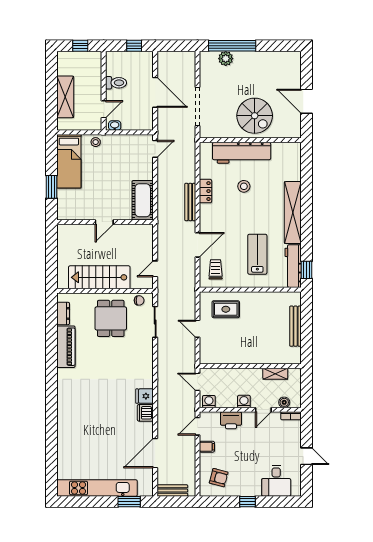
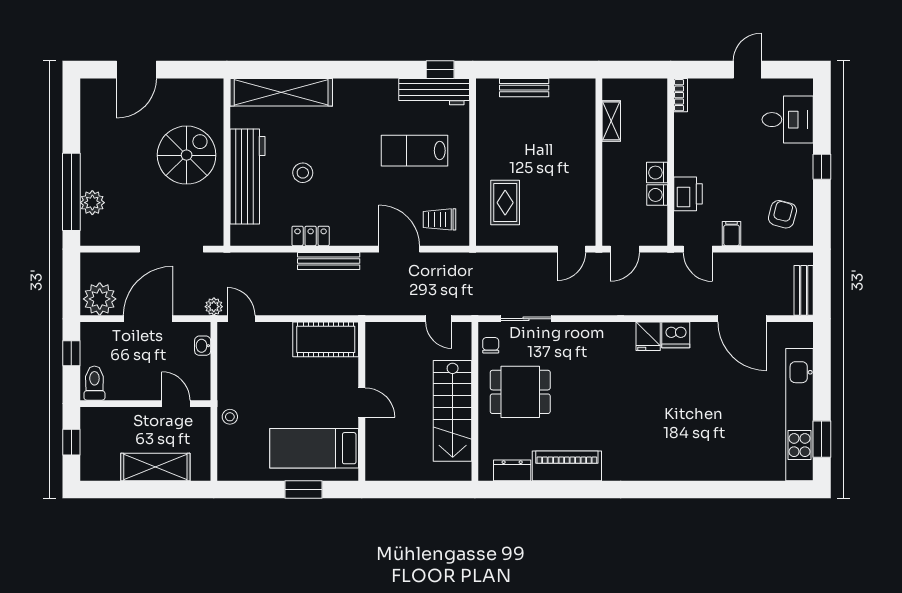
plant: (167, 63) -> (100, 299), added
toilet: (116, 83) -> (94, 383), moved
door: (306, 101) -> (136, 70), moved
washbasin: (115, 126) -> (203, 346), moved
plant: (163, 132) -> (214, 307), added
bed: (69, 161) -> (314, 448), moved, turned 180
shelving: (293, 213) -> (281, 92), moved
bench: (296, 326) -> (524, 88), width x0.73
door: (197, 329) -> (571, 249), moved
washing machine: (209, 402) -> (657, 195), moved
boiler: (284, 402) -> (658, 106), removed
door: (263, 410) -> (671, 140), removed
window: (129, 502) -> (822, 439), moved

